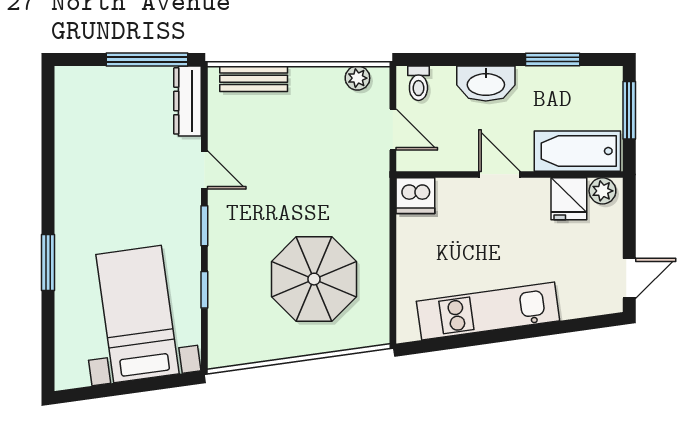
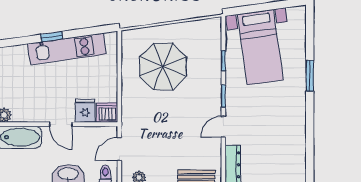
door: (393, 130) -> (119, 149), hinge flipped
door: (204, 170) -> (223, 127), hinge flipped
fridge: (569, 199) -> (85, 111), moved
window: (516, 333) -> (52, 37), added

